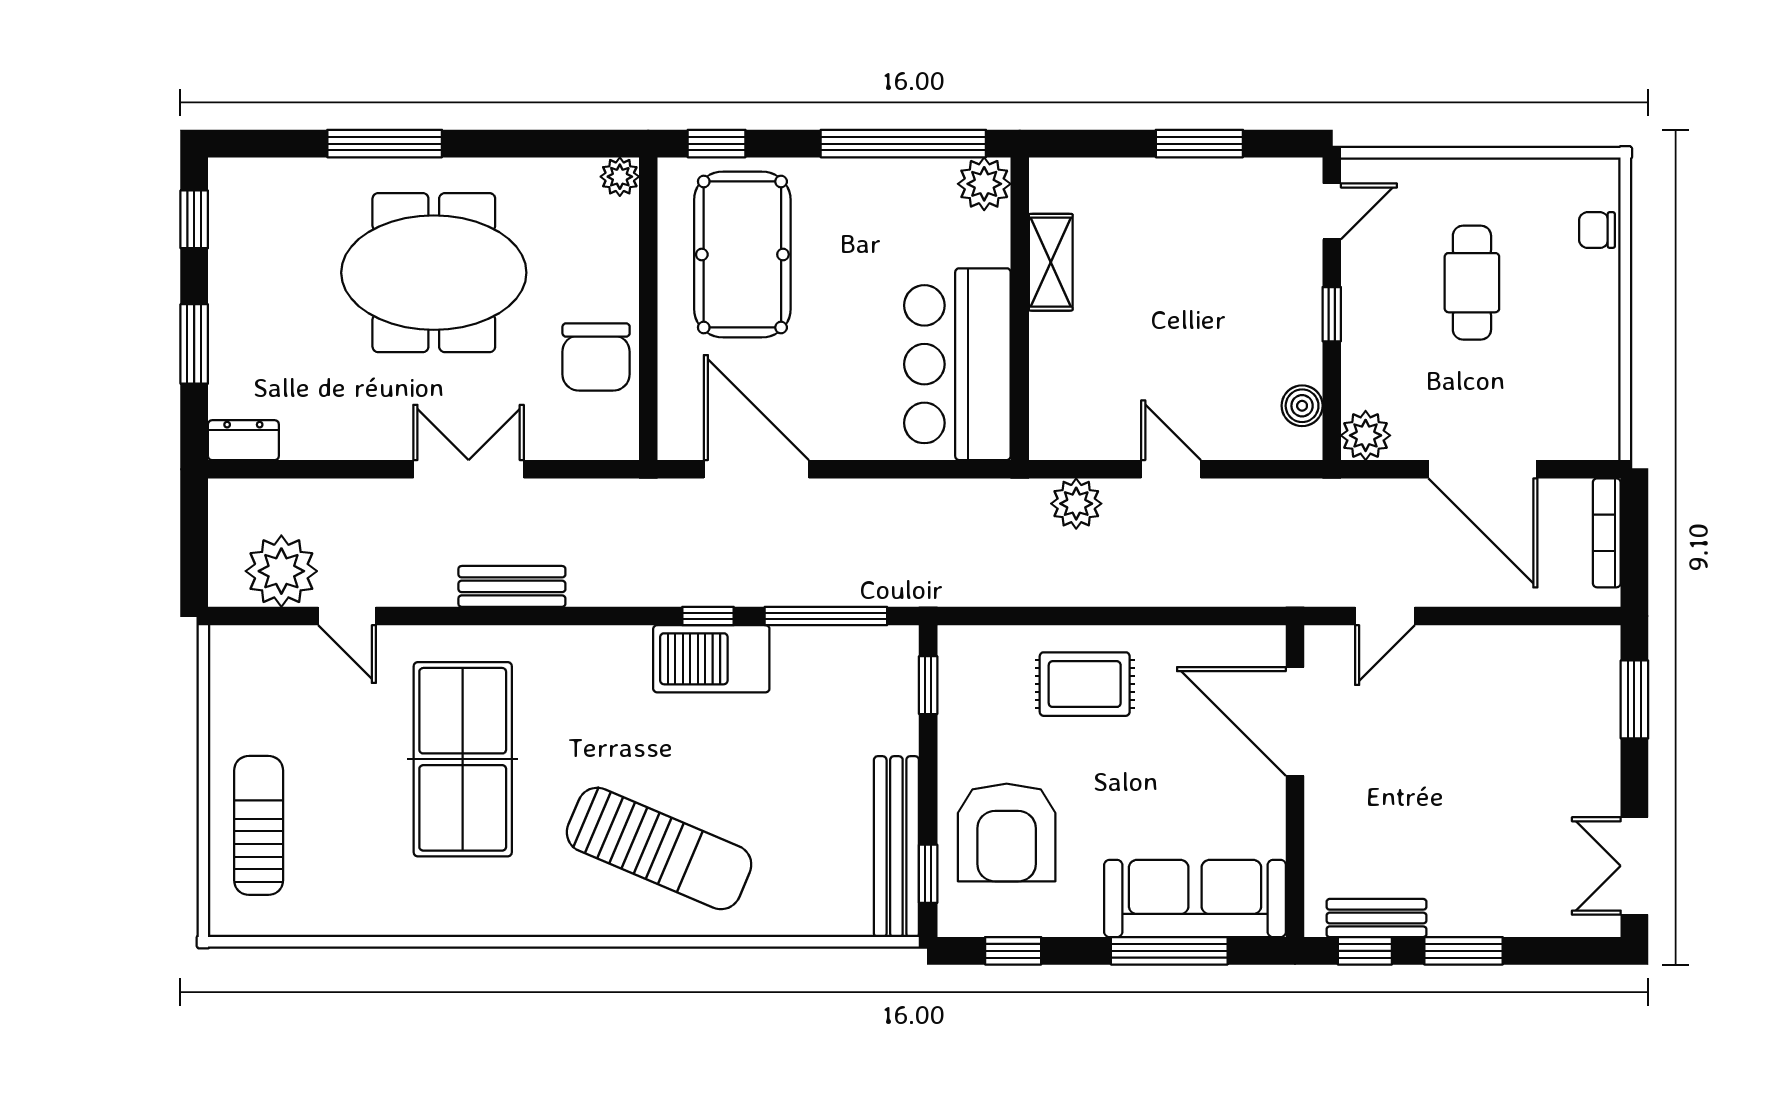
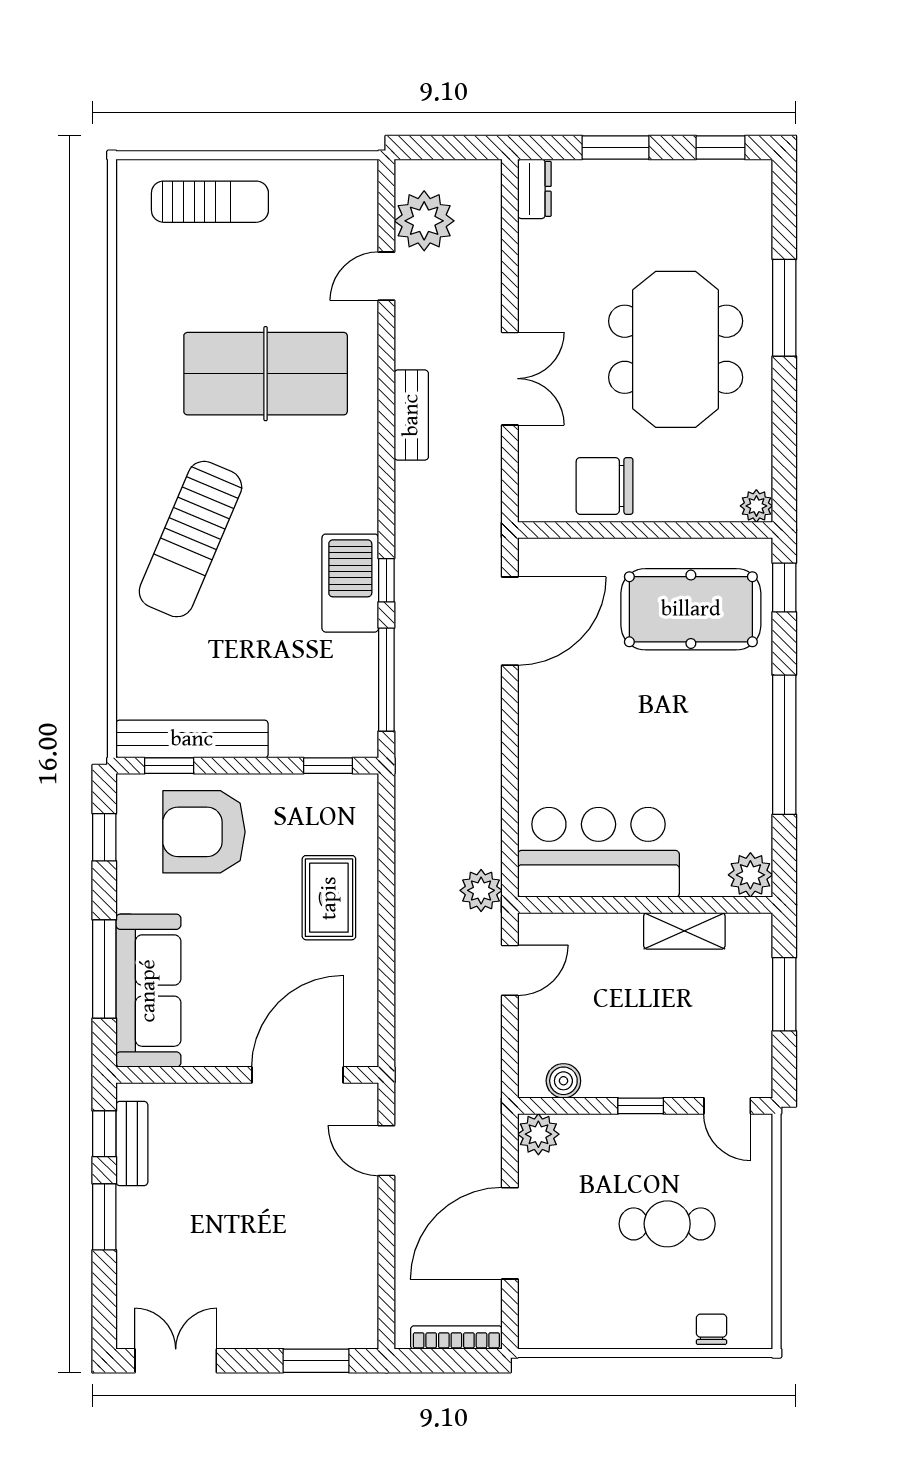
plant: (984, 184) -> (750, 875), moved
shelving: (1051, 262) -> (684, 931), moved
wall: (1020, 309) -> (645, 905), moved
bar counter: (957, 364) -> (598, 852), moved

